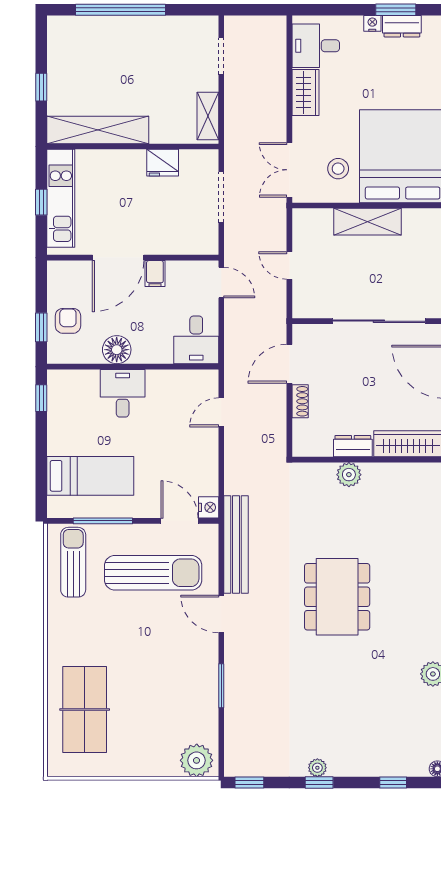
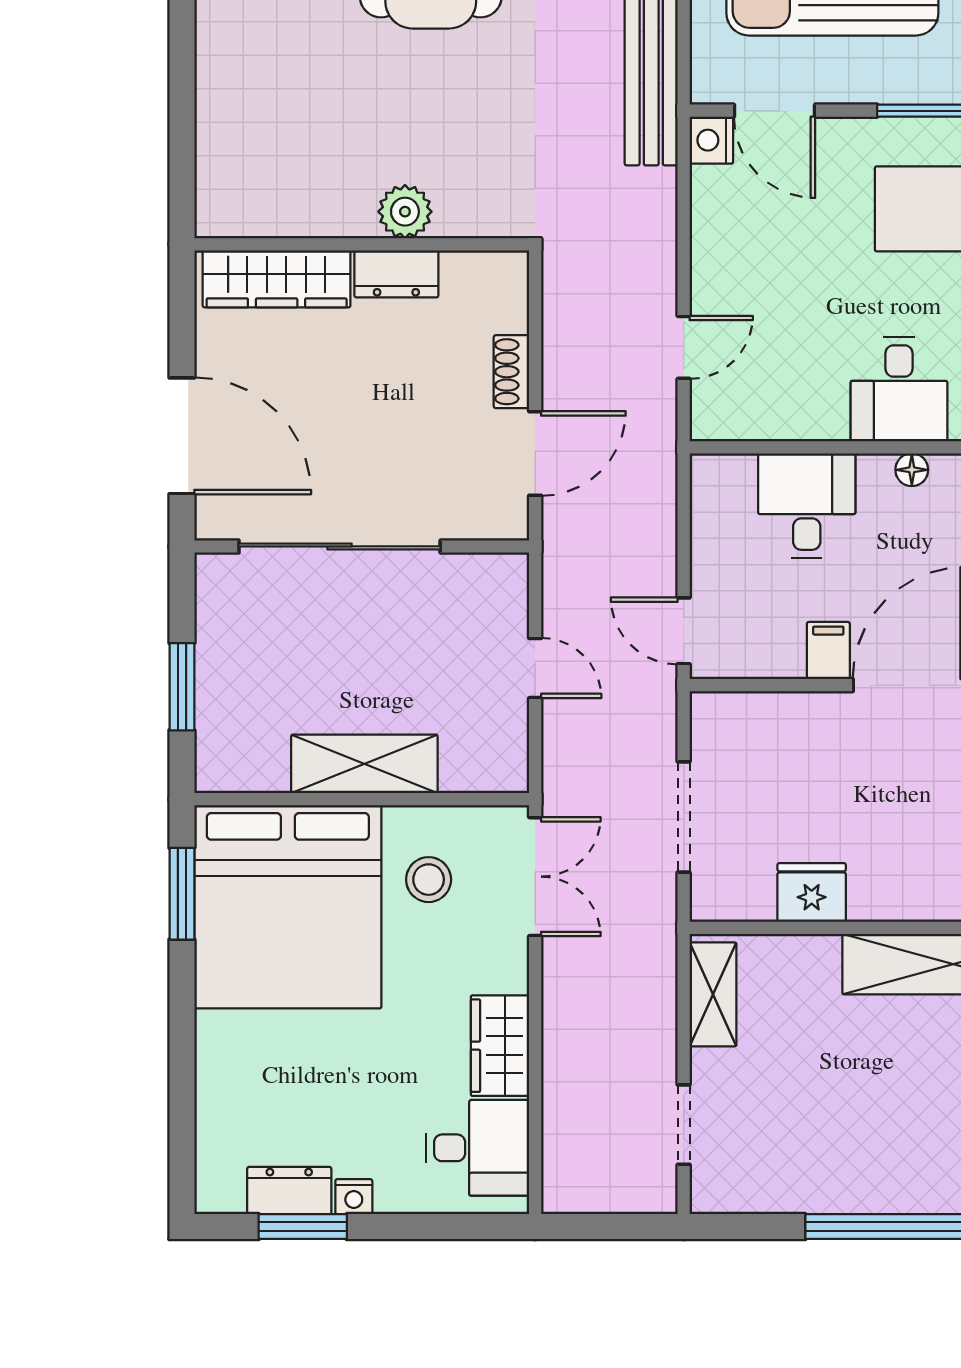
desk: (196, 340) -> (807, 506), moved
floor lamp: (117, 350) -> (912, 470), width x0.53, depth x0.53

